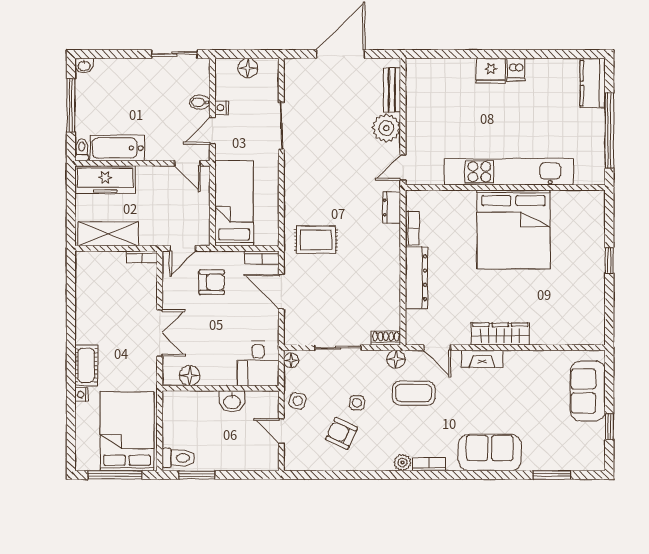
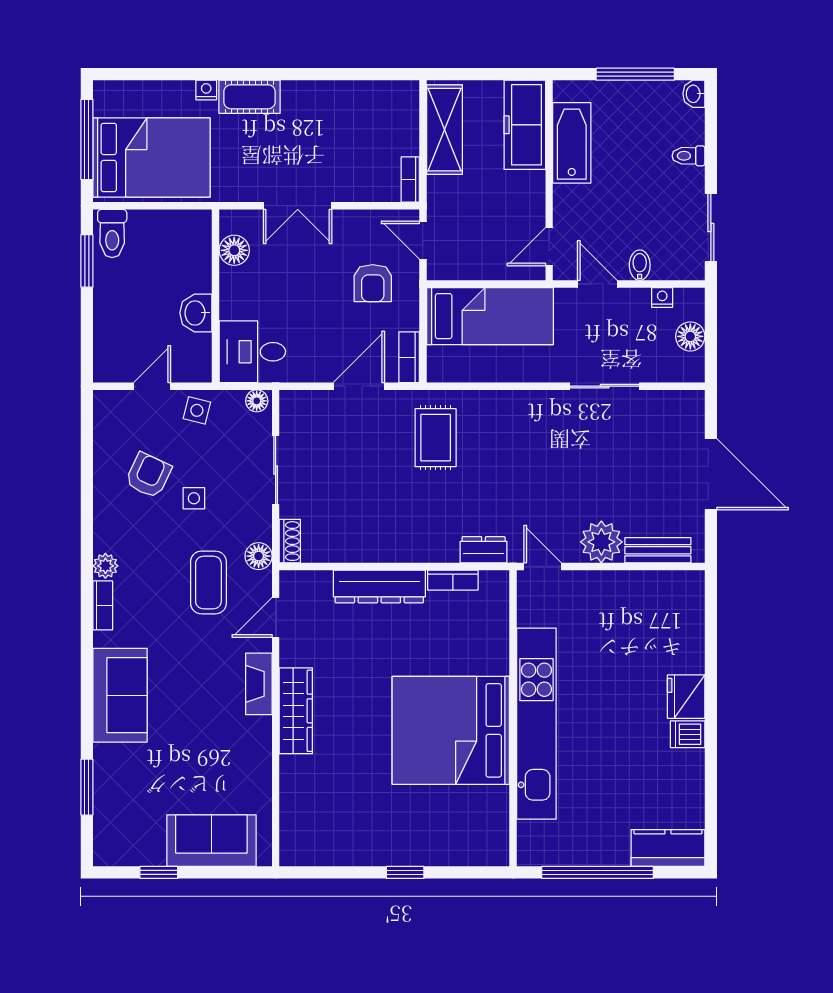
nightstand: (221, 108) -> (662, 297), moved
toilet: (82, 150) -> (689, 156), moved, turned 180

